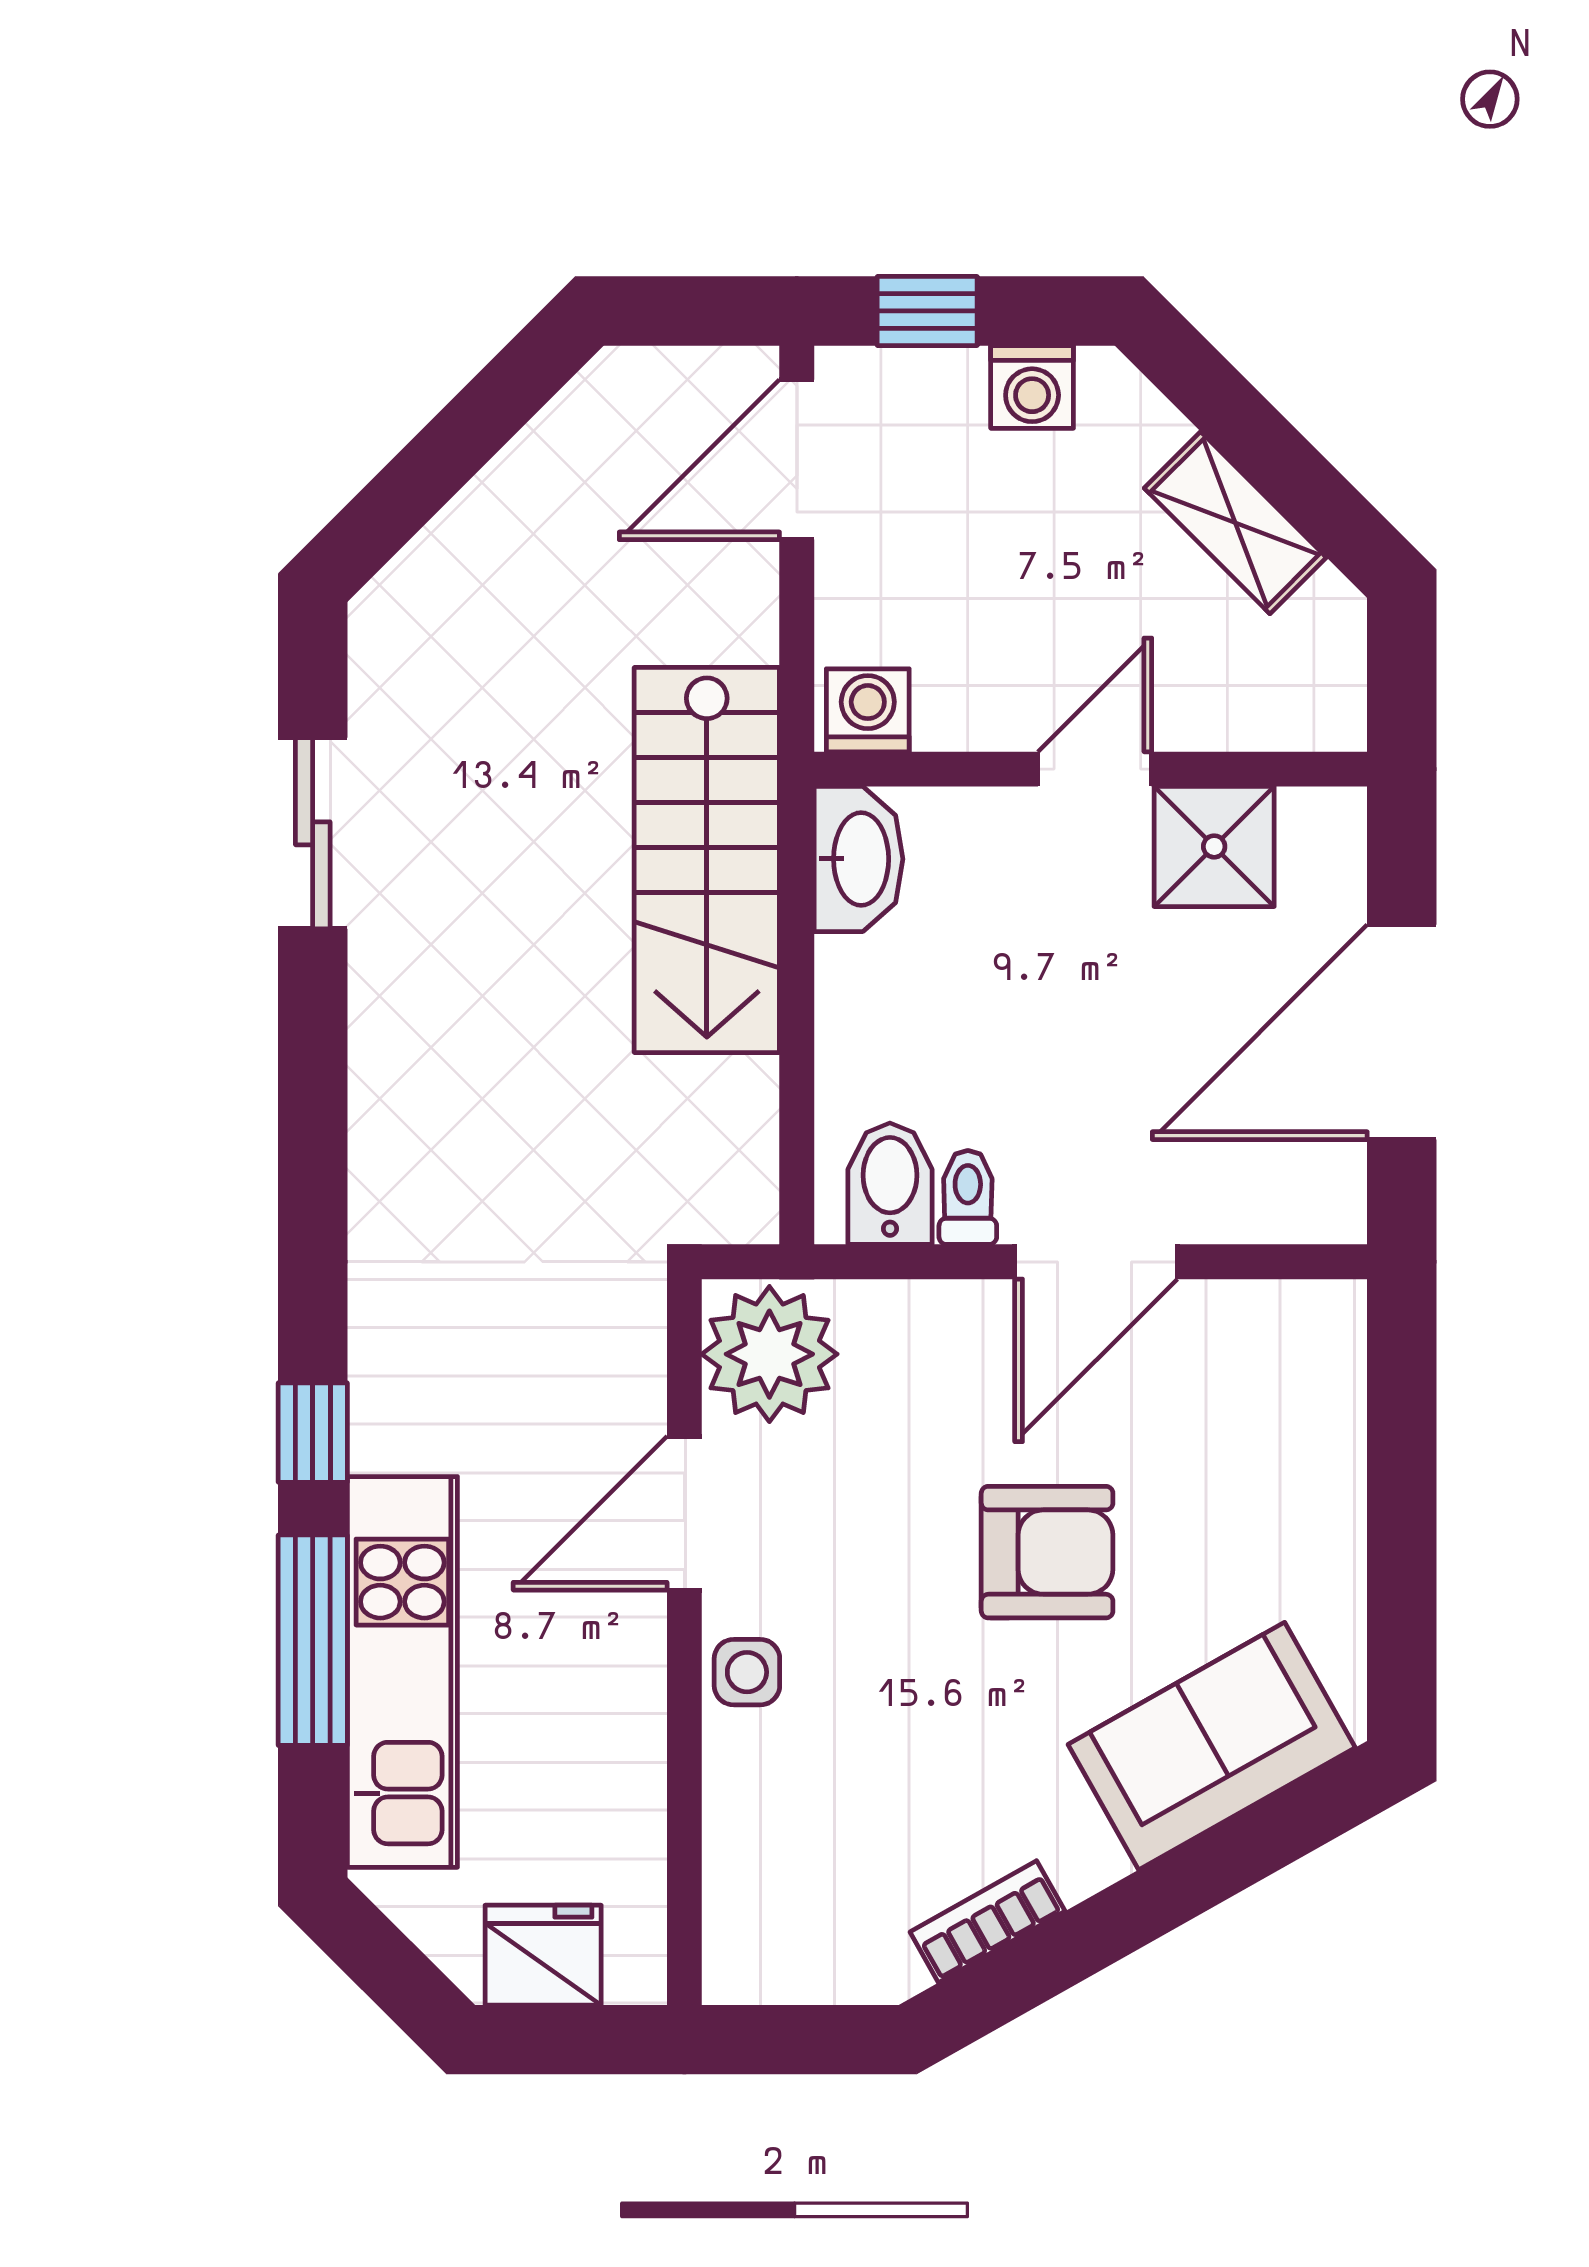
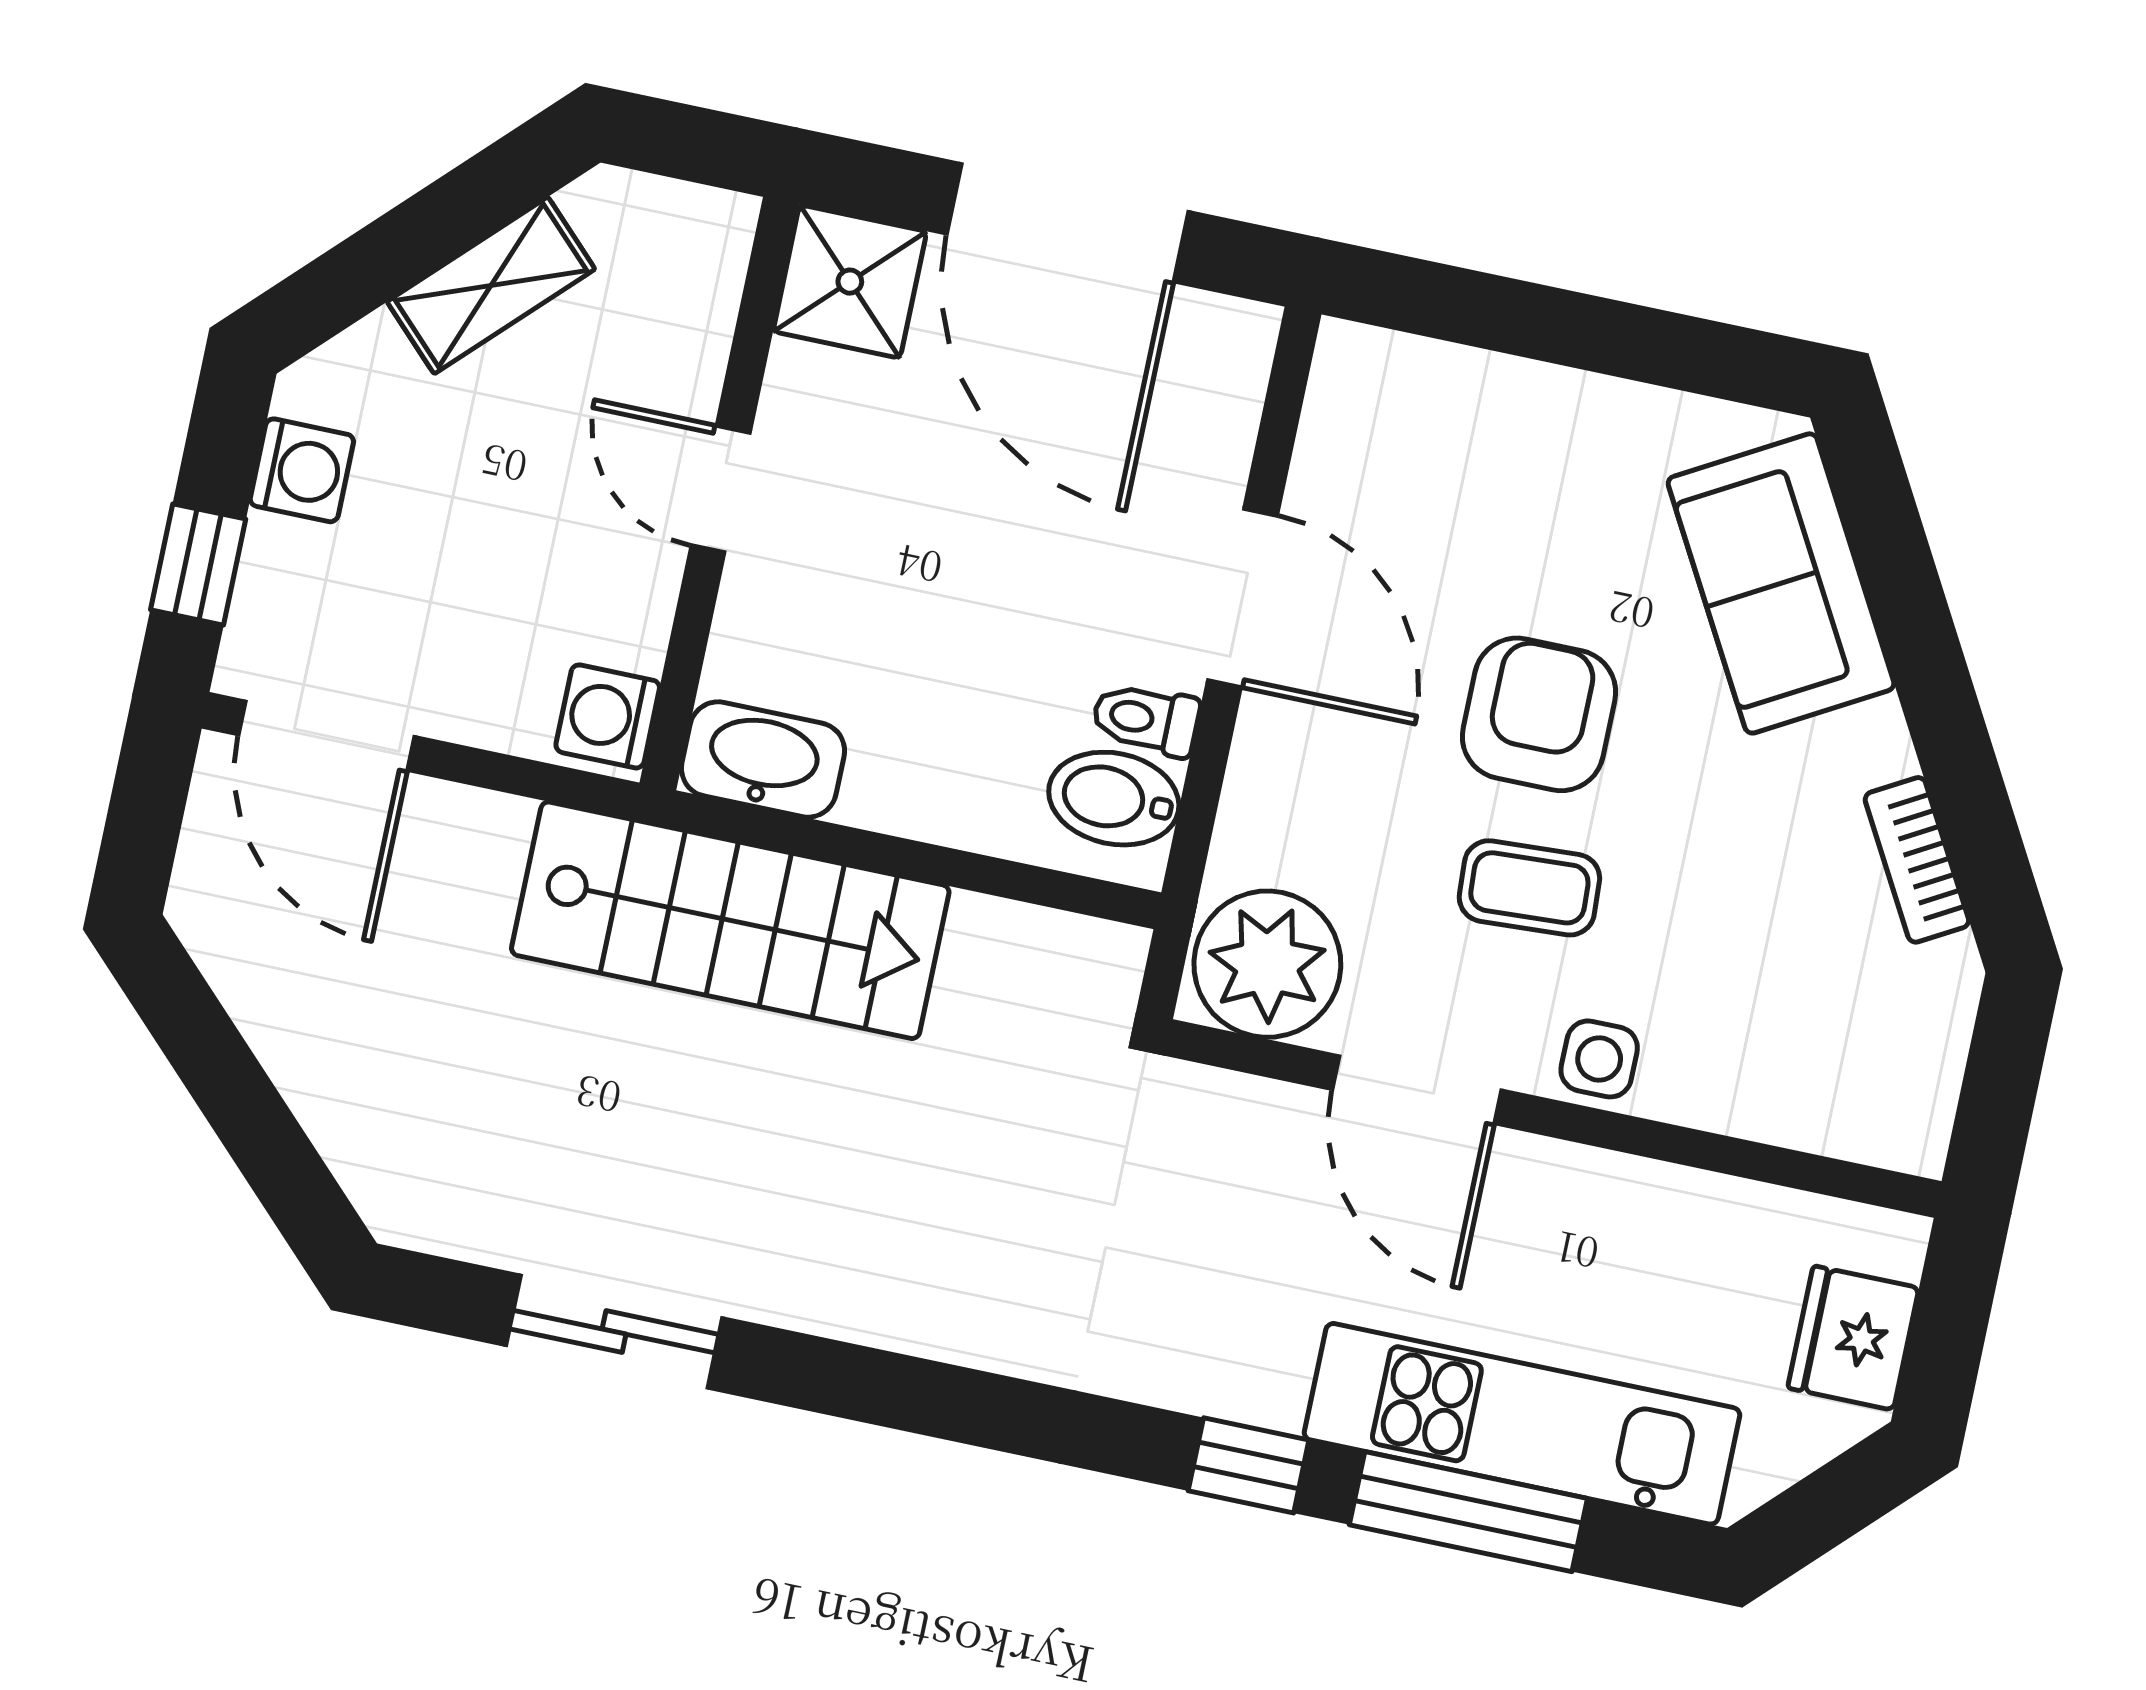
shower: (1214, 846) -> (850, 282), moved
coffee table: (888, 1576) -> (1529, 888), added

